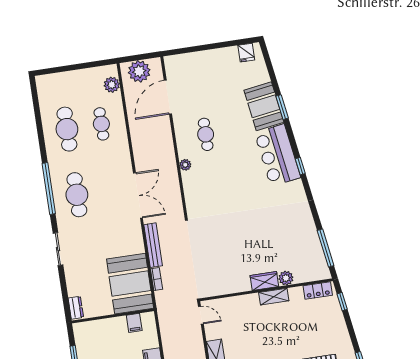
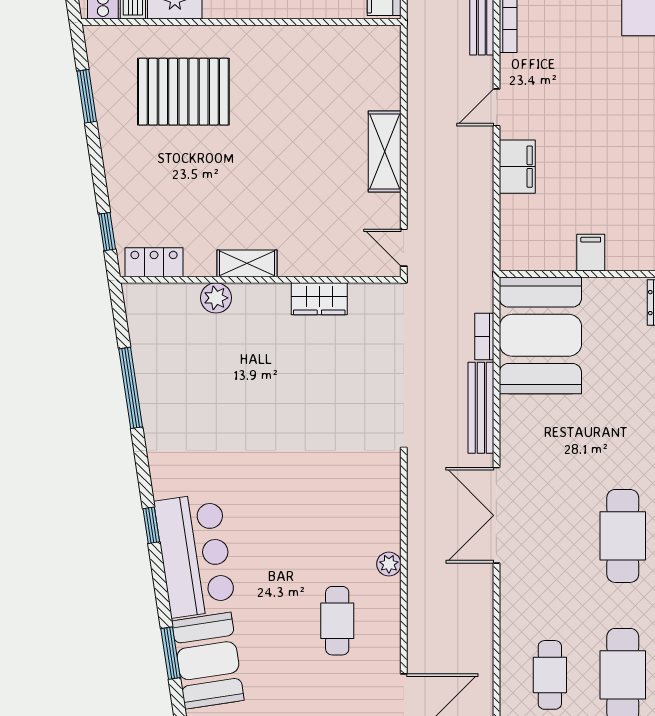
window: (326, 248) -> (131, 388), moved
wardrobe: (264, 281) -> (319, 299), moved
filing cabinet: (134, 323) -> (591, 253), moved

